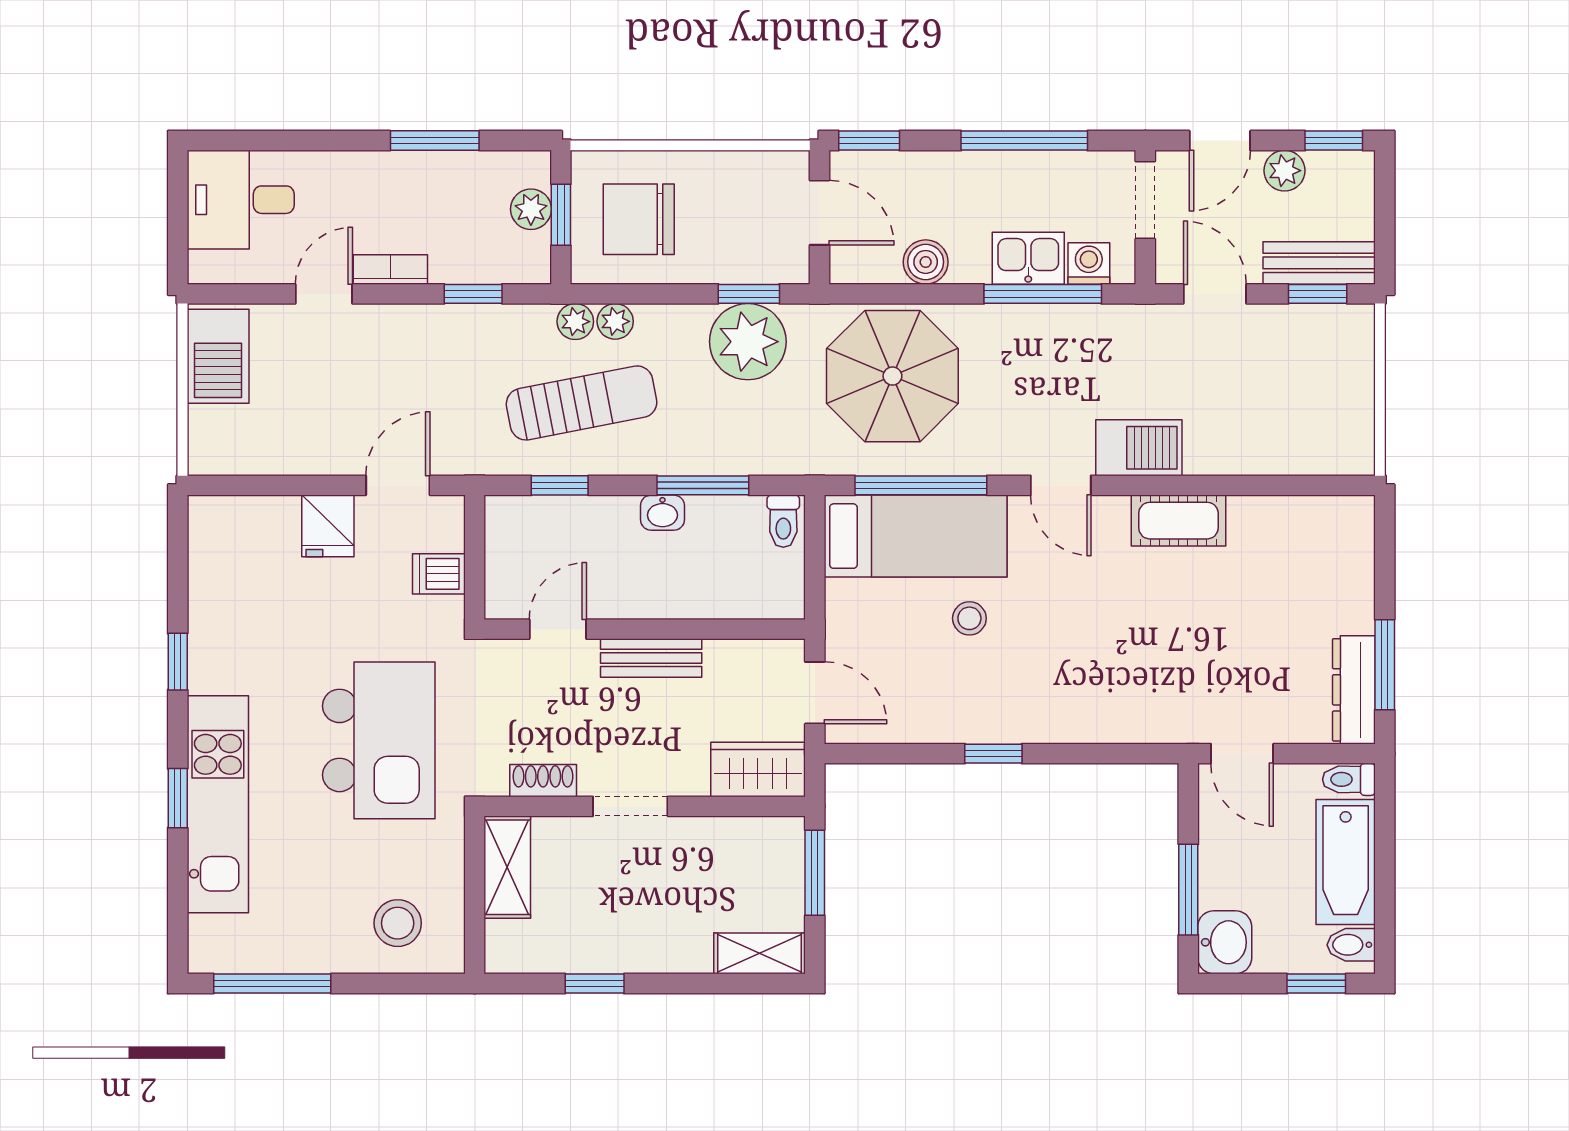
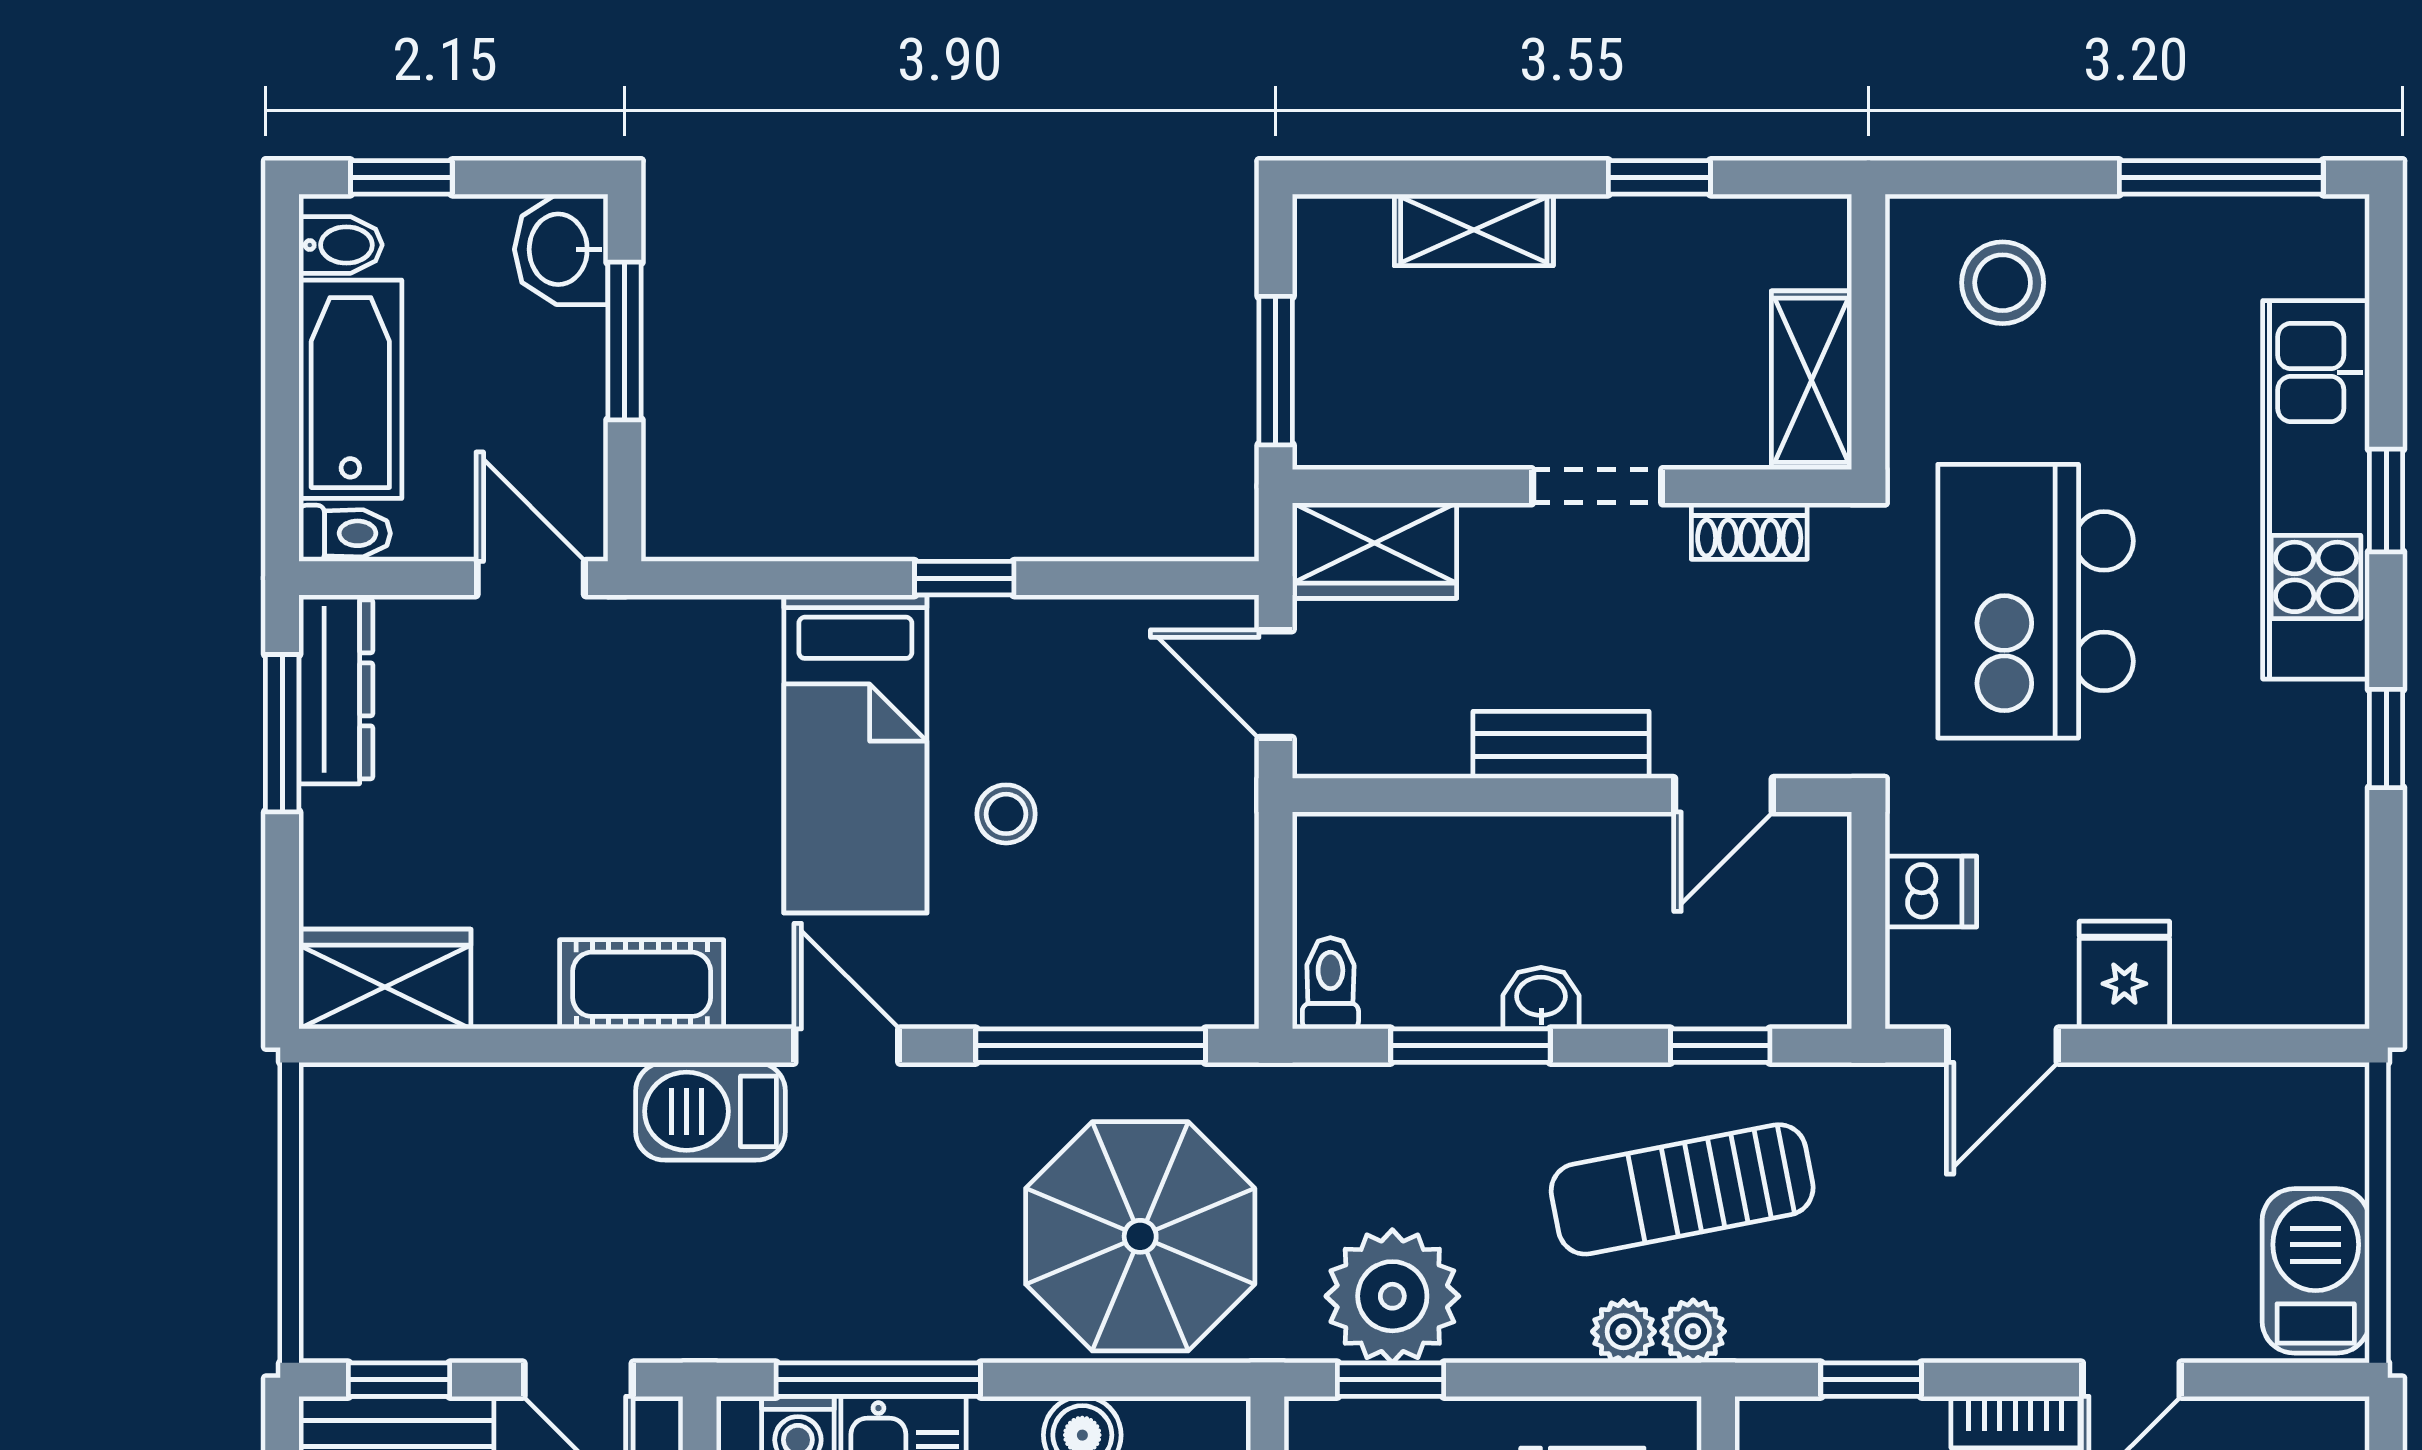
wardrobe: (1326, 524) -> (385, 979), added
bed: (916, 536) -> (855, 754), moved, turned -90
shelving: (760, 953) -> (1474, 230), moved

